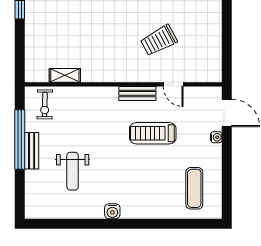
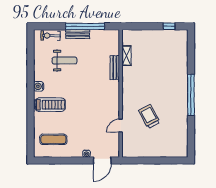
bench: (137, 93) -> (115, 68), moved
exercise bike: (45, 104) -> (50, 36), moved
treadmill: (153, 133) -> (50, 105), moved, turned 90
weight bench: (73, 171) -> (65, 61), turned 180

